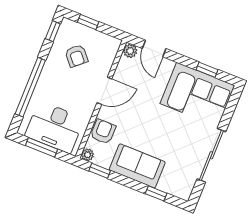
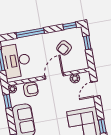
plant: (130, 51) -> (75, 78), moved
window: (30, 87) -> (30, 33), width x0.68
door: (104, 91) -> (54, 76), swing flipped

